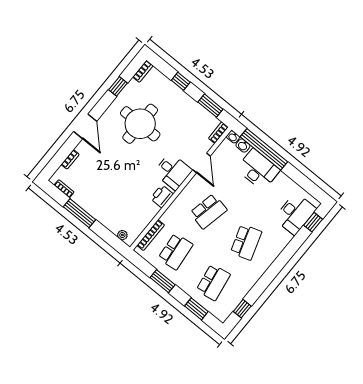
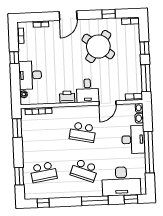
window: (210, 106) -> (146, 78), width x1.44
round table: (140, 124) -> (98, 47), turned 36
window: (264, 149) -> (149, 152), moved
window: (80, 213) -> (14, 58), width x0.46
desk: (110, 213) -> (30, 75), added
desk: (295, 214) -> (121, 181), width x1.36, depth x1.30
school desk: (246, 242) -> (84, 170), turned 39
school desk: (176, 251) -> (42, 134), removed
window: (284, 258) -> (95, 201), added
window: (163, 281) -> (17, 128), moved

